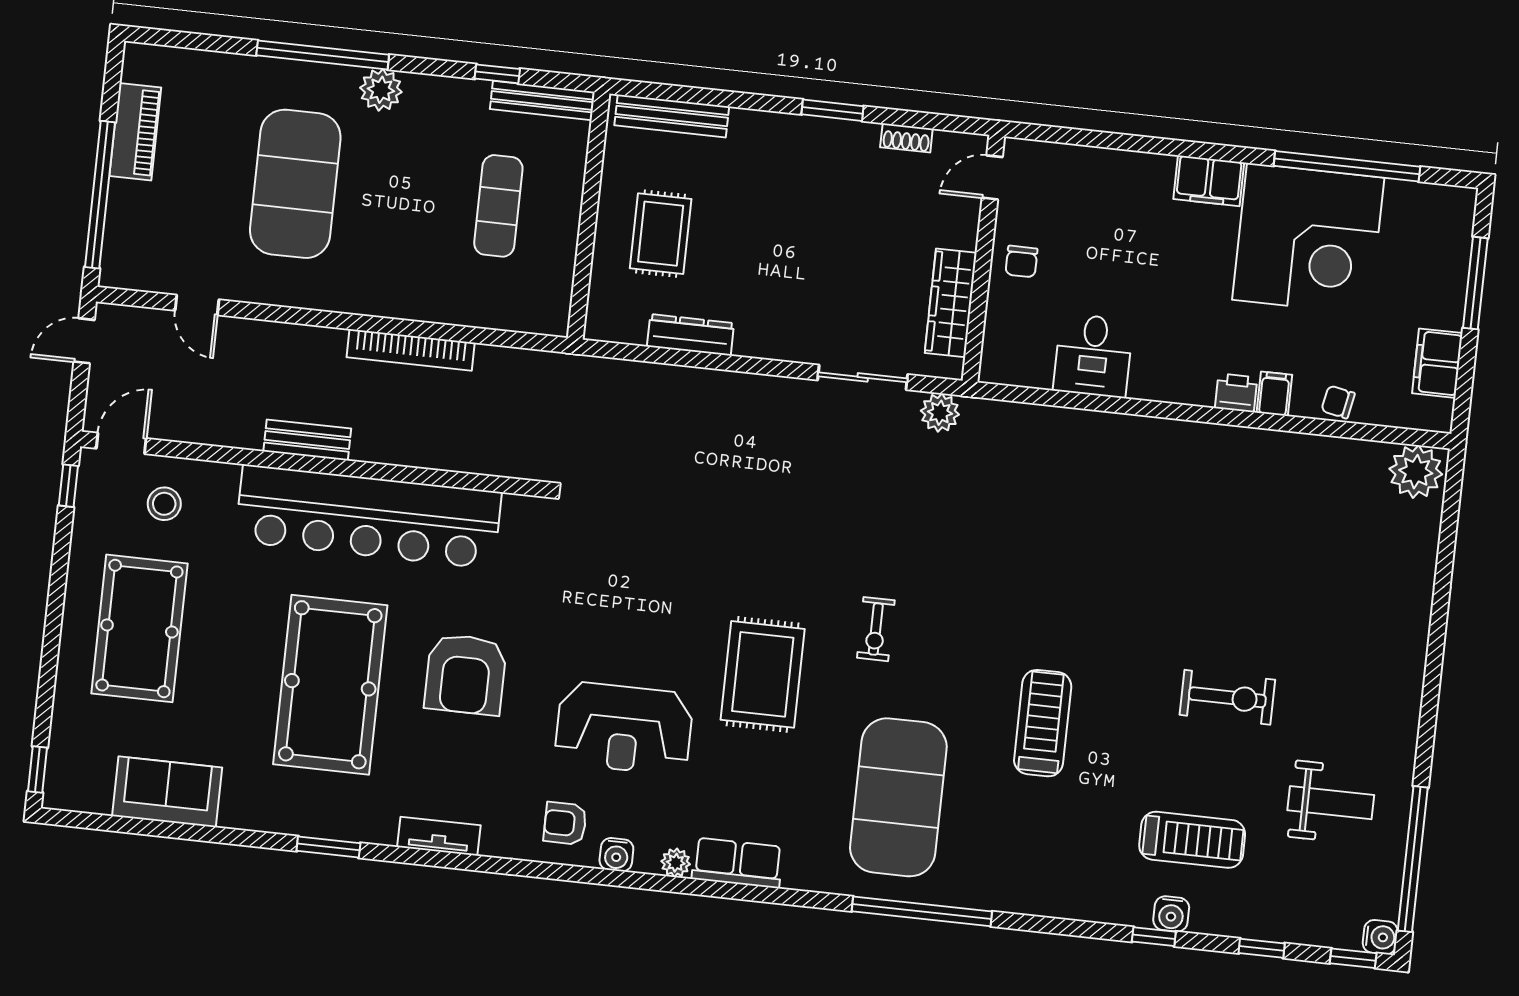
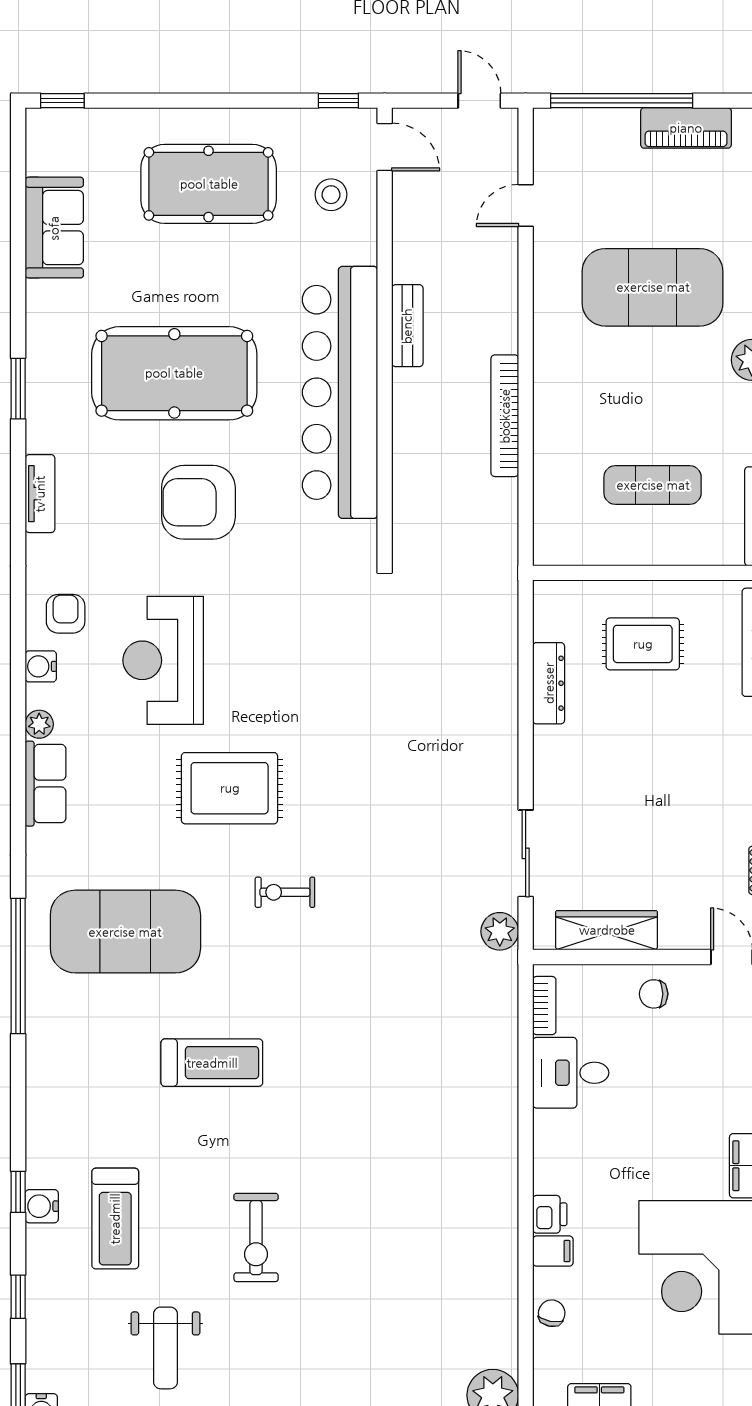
bookcase: (1021, 375) -> (544, 1006), added

